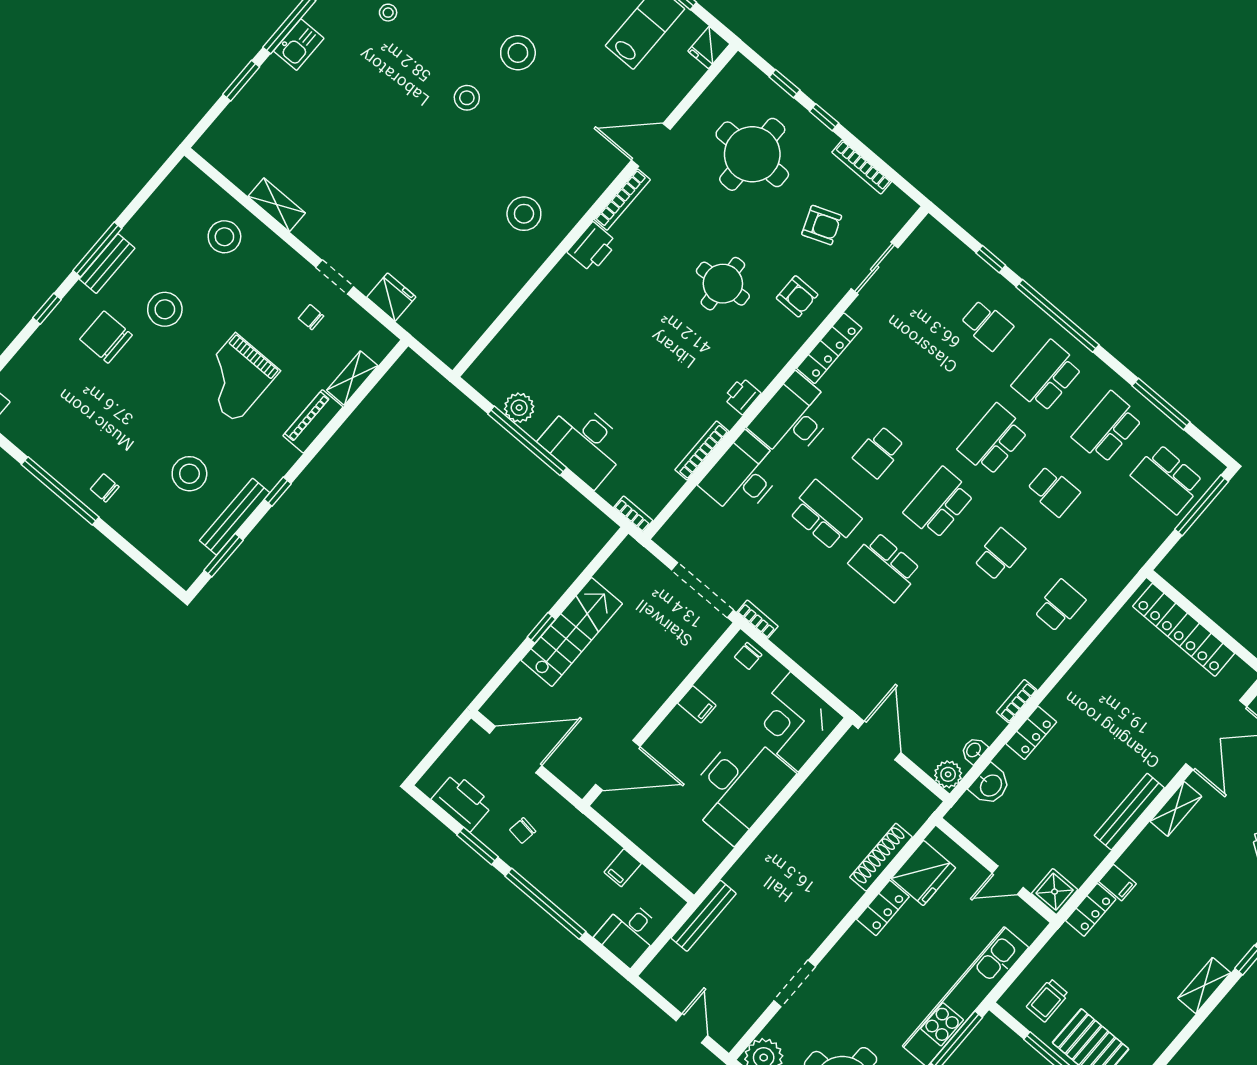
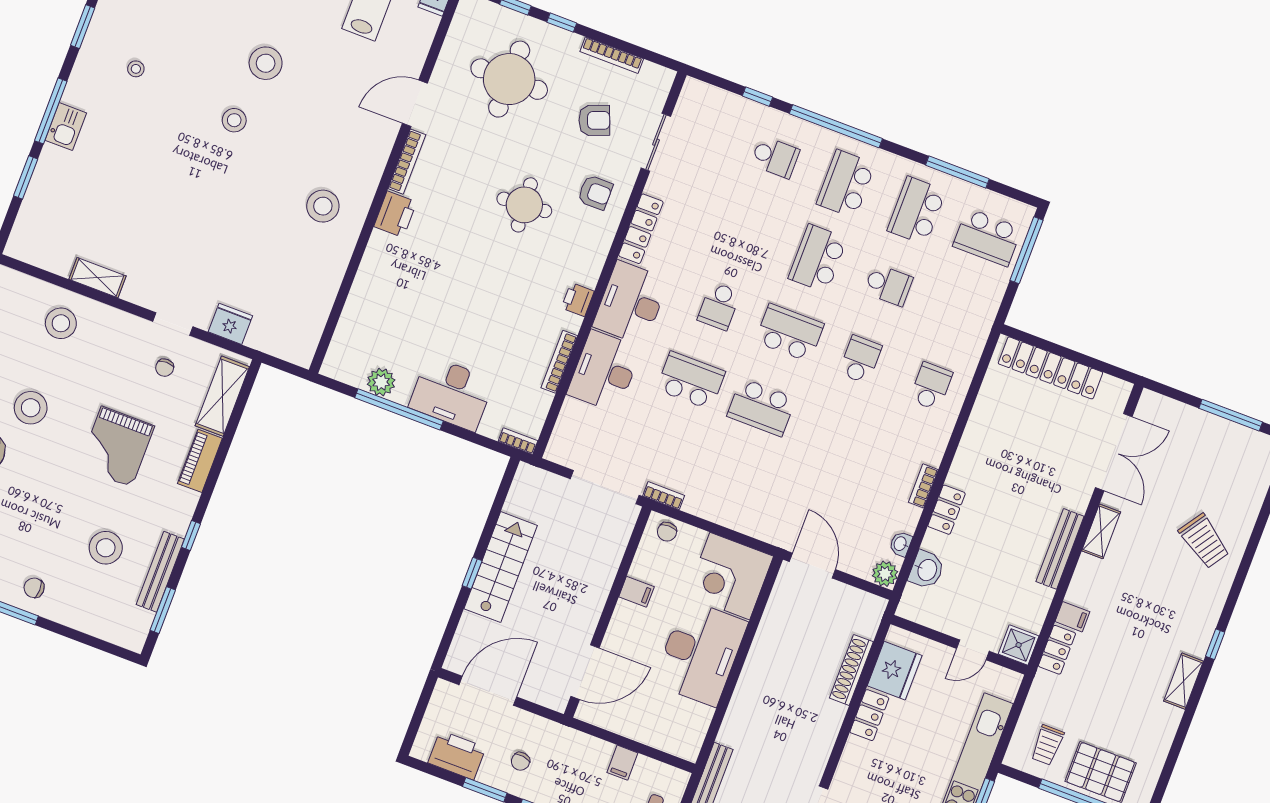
chair: (311, 317) -> (165, 368), turned -90
shelving: (352, 378) -> (222, 396), width x1.50, depth x1.33
school desk: (939, 503) -> (790, 333), turned 90

